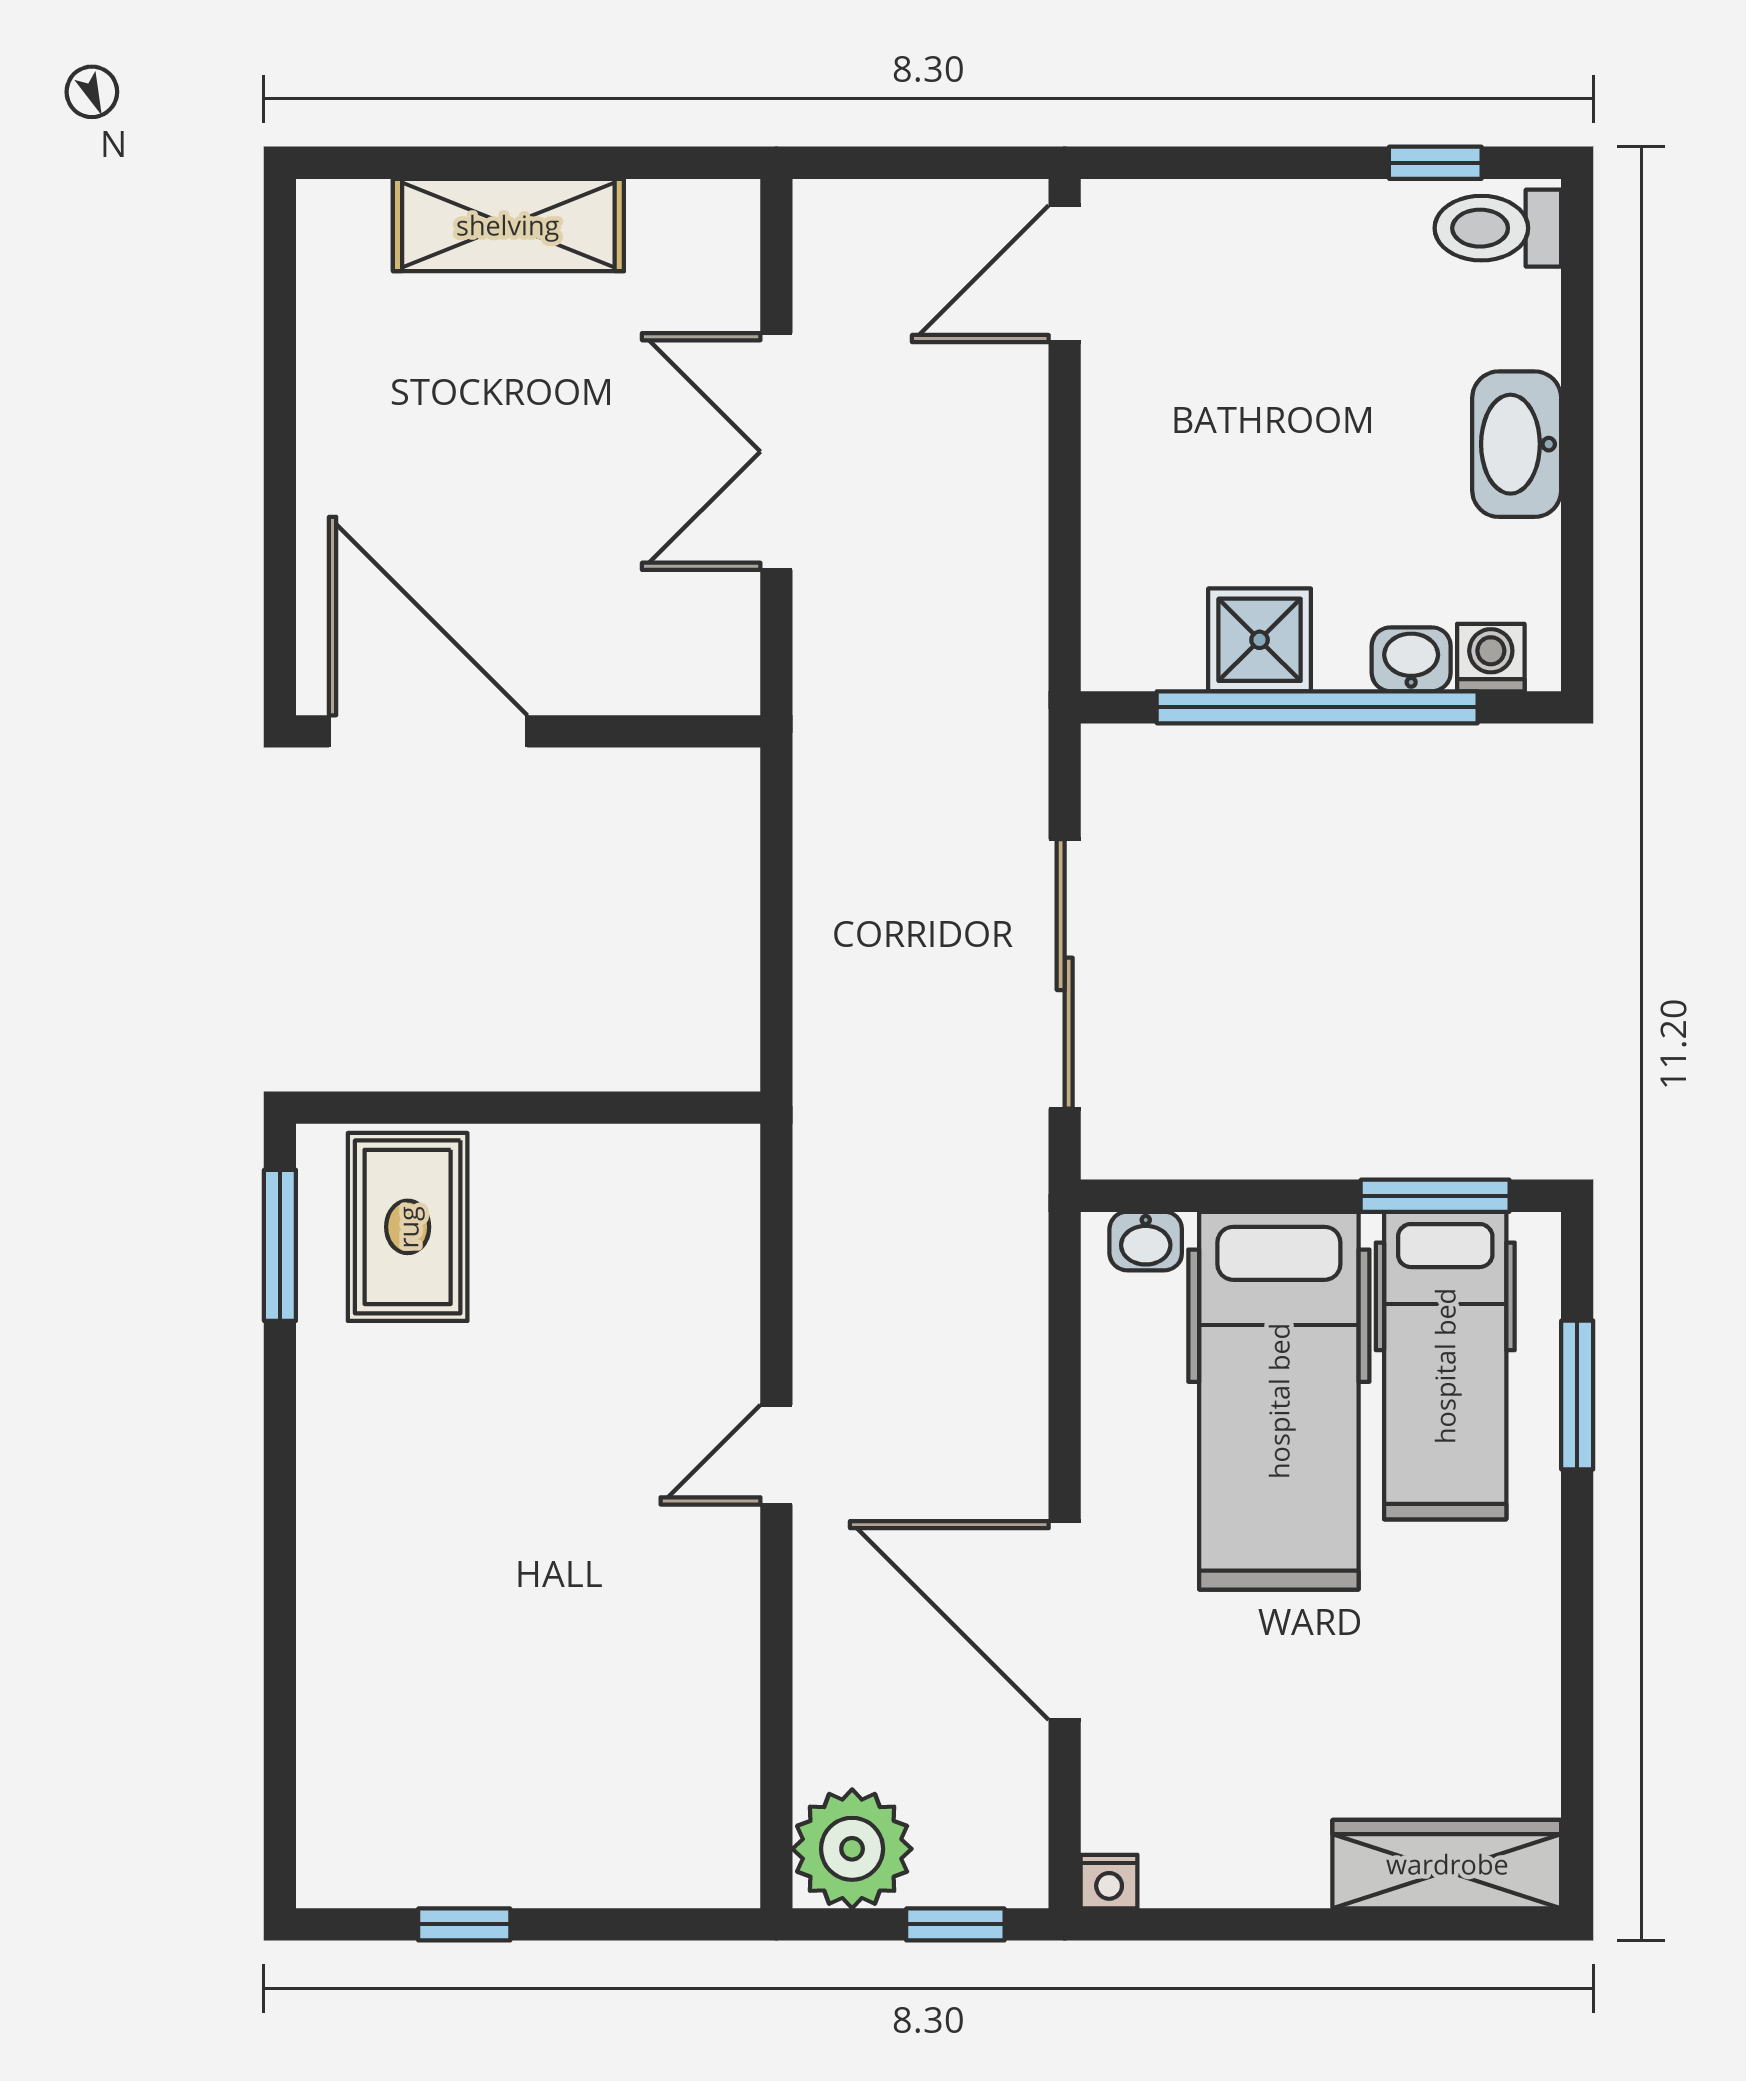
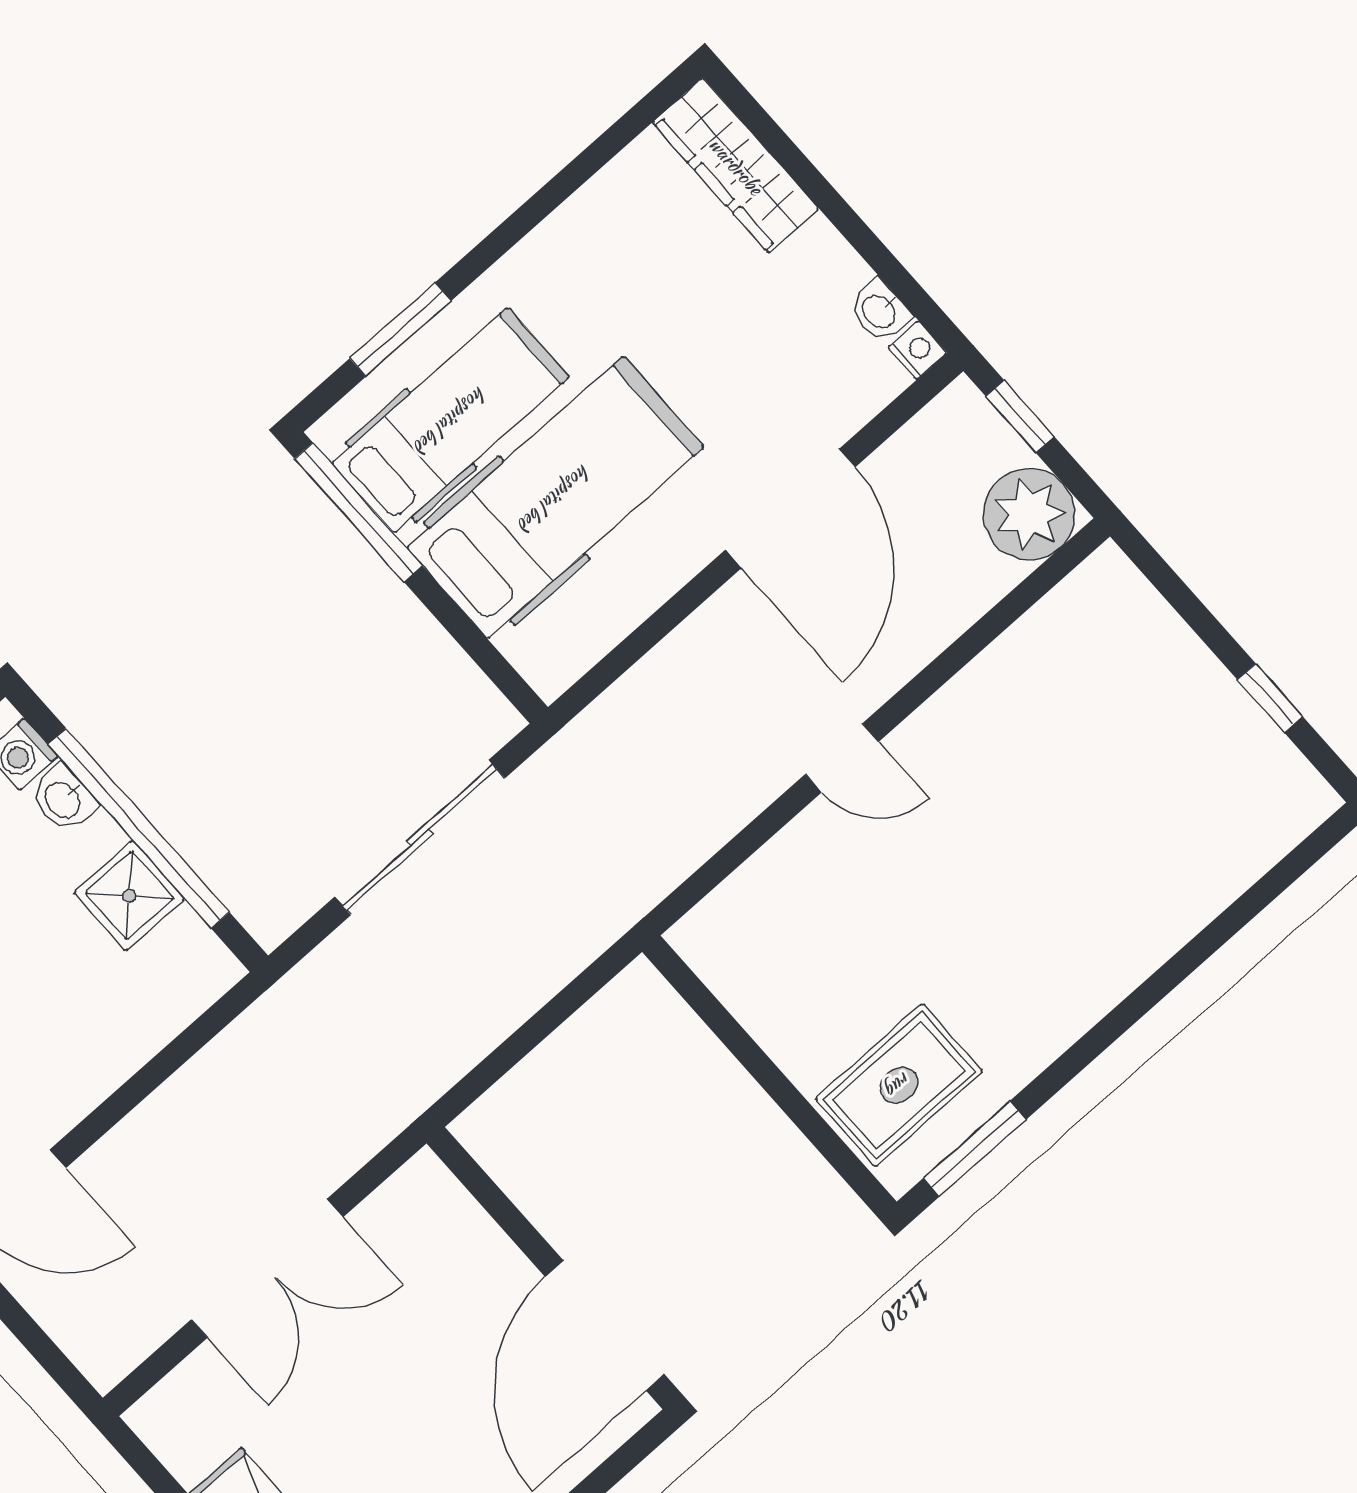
window: (1435, 1196) -> (358, 512), width x1.44
washbasin: (1146, 1241) -> (880, 311), moved, turned 180

